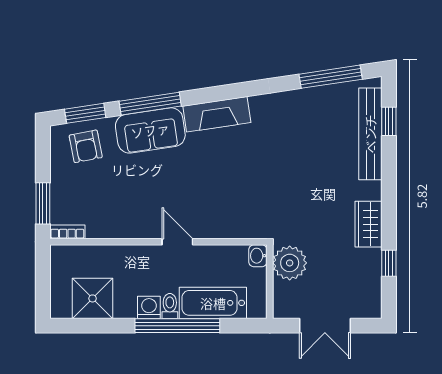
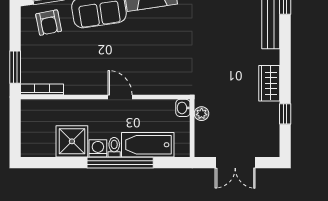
bookcase: (67, 232) -> (42, 89), width x1.56
plant: (290, 263) -> (202, 114), width x0.53, depth x0.53
shower: (93, 298) -> (72, 141), moved

